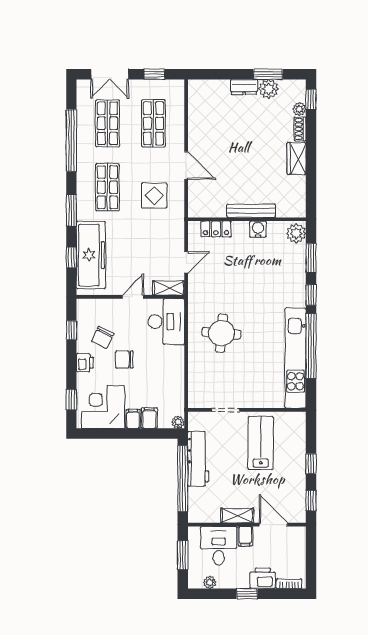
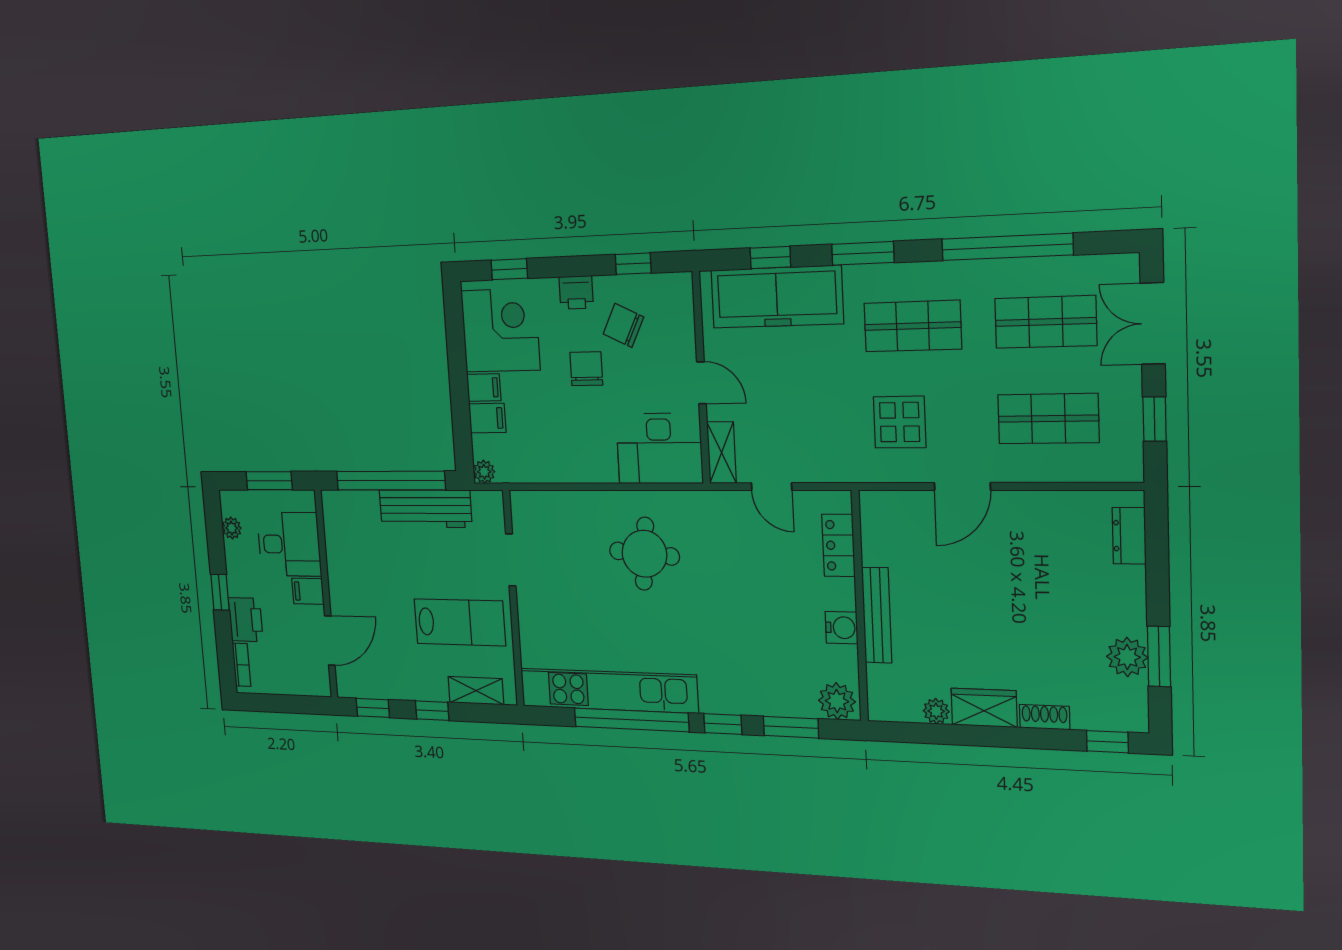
dresser: (244, 87) -> (1129, 536), moved
plant: (299, 109) -> (936, 711), moved
shelving: (237, 516) -> (476, 691), moved, turned 90

